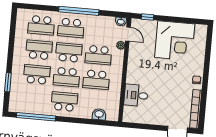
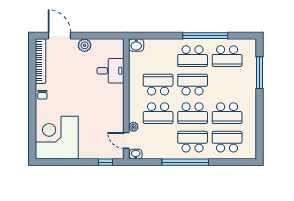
corner desk: (175, 41) -> (57, 138), moved
school desk: (98, 55) -> (158, 113), turned 180
school desk: (37, 74) -> (227, 56), moved
window: (8, 82) -> (259, 73), width x1.44
washbasin: (99, 114) -> (136, 45), moved
window: (36, 117) -> (205, 36), moved
plant: (156, 119) -> (85, 45), added

